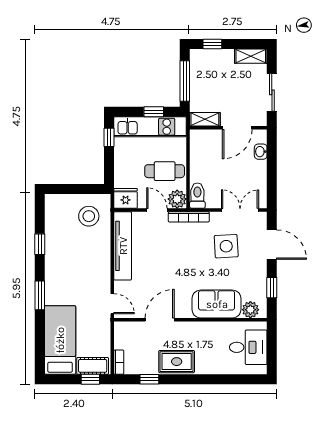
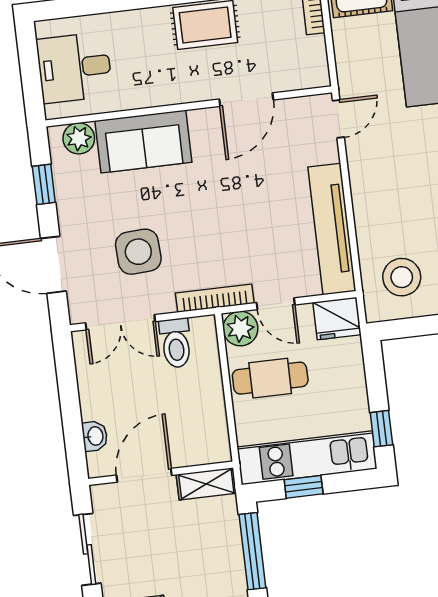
toilet: (197, 196) -> (176, 343), moved
door: (112, 304) -> (338, 119), swing flipped

